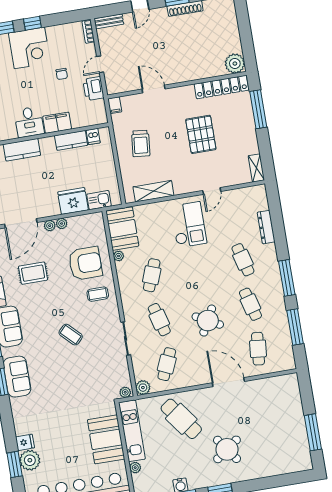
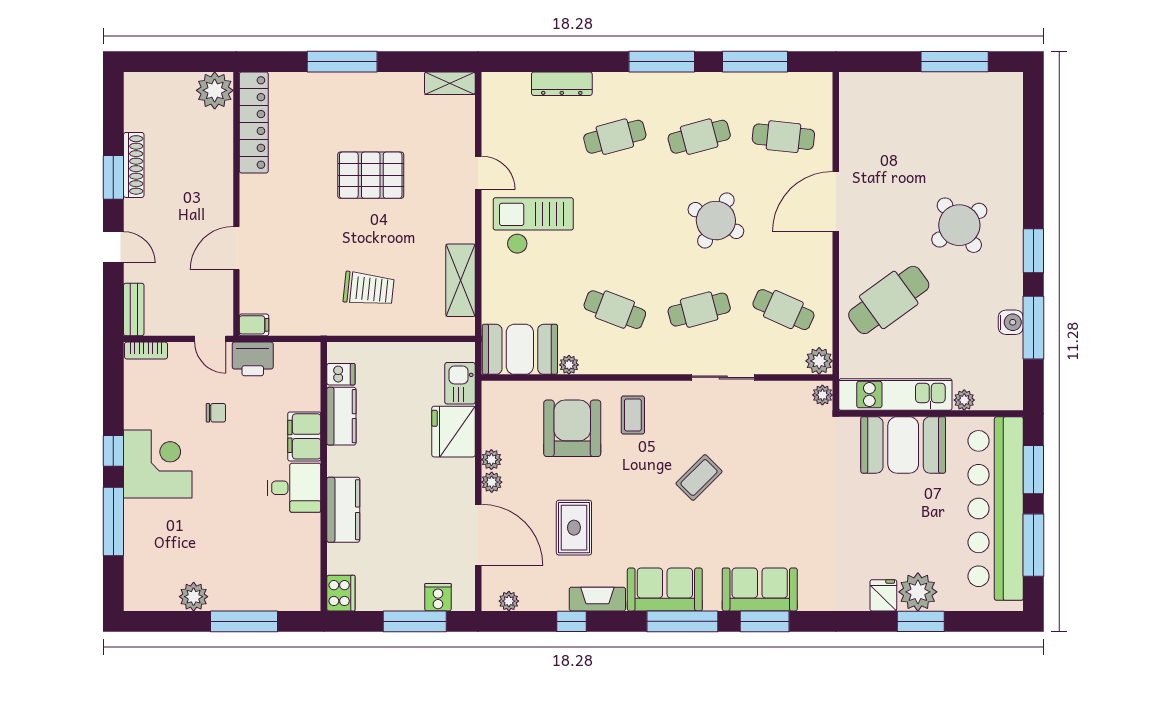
plant: (235, 64) -> (215, 90), moved
wall: (177, 85) -> (236, 204), moved
locker: (221, 87) -> (254, 123), moved
door: (154, 89) -> (236, 248), moved
filing cabinet: (115, 105) -> (254, 325), moved

